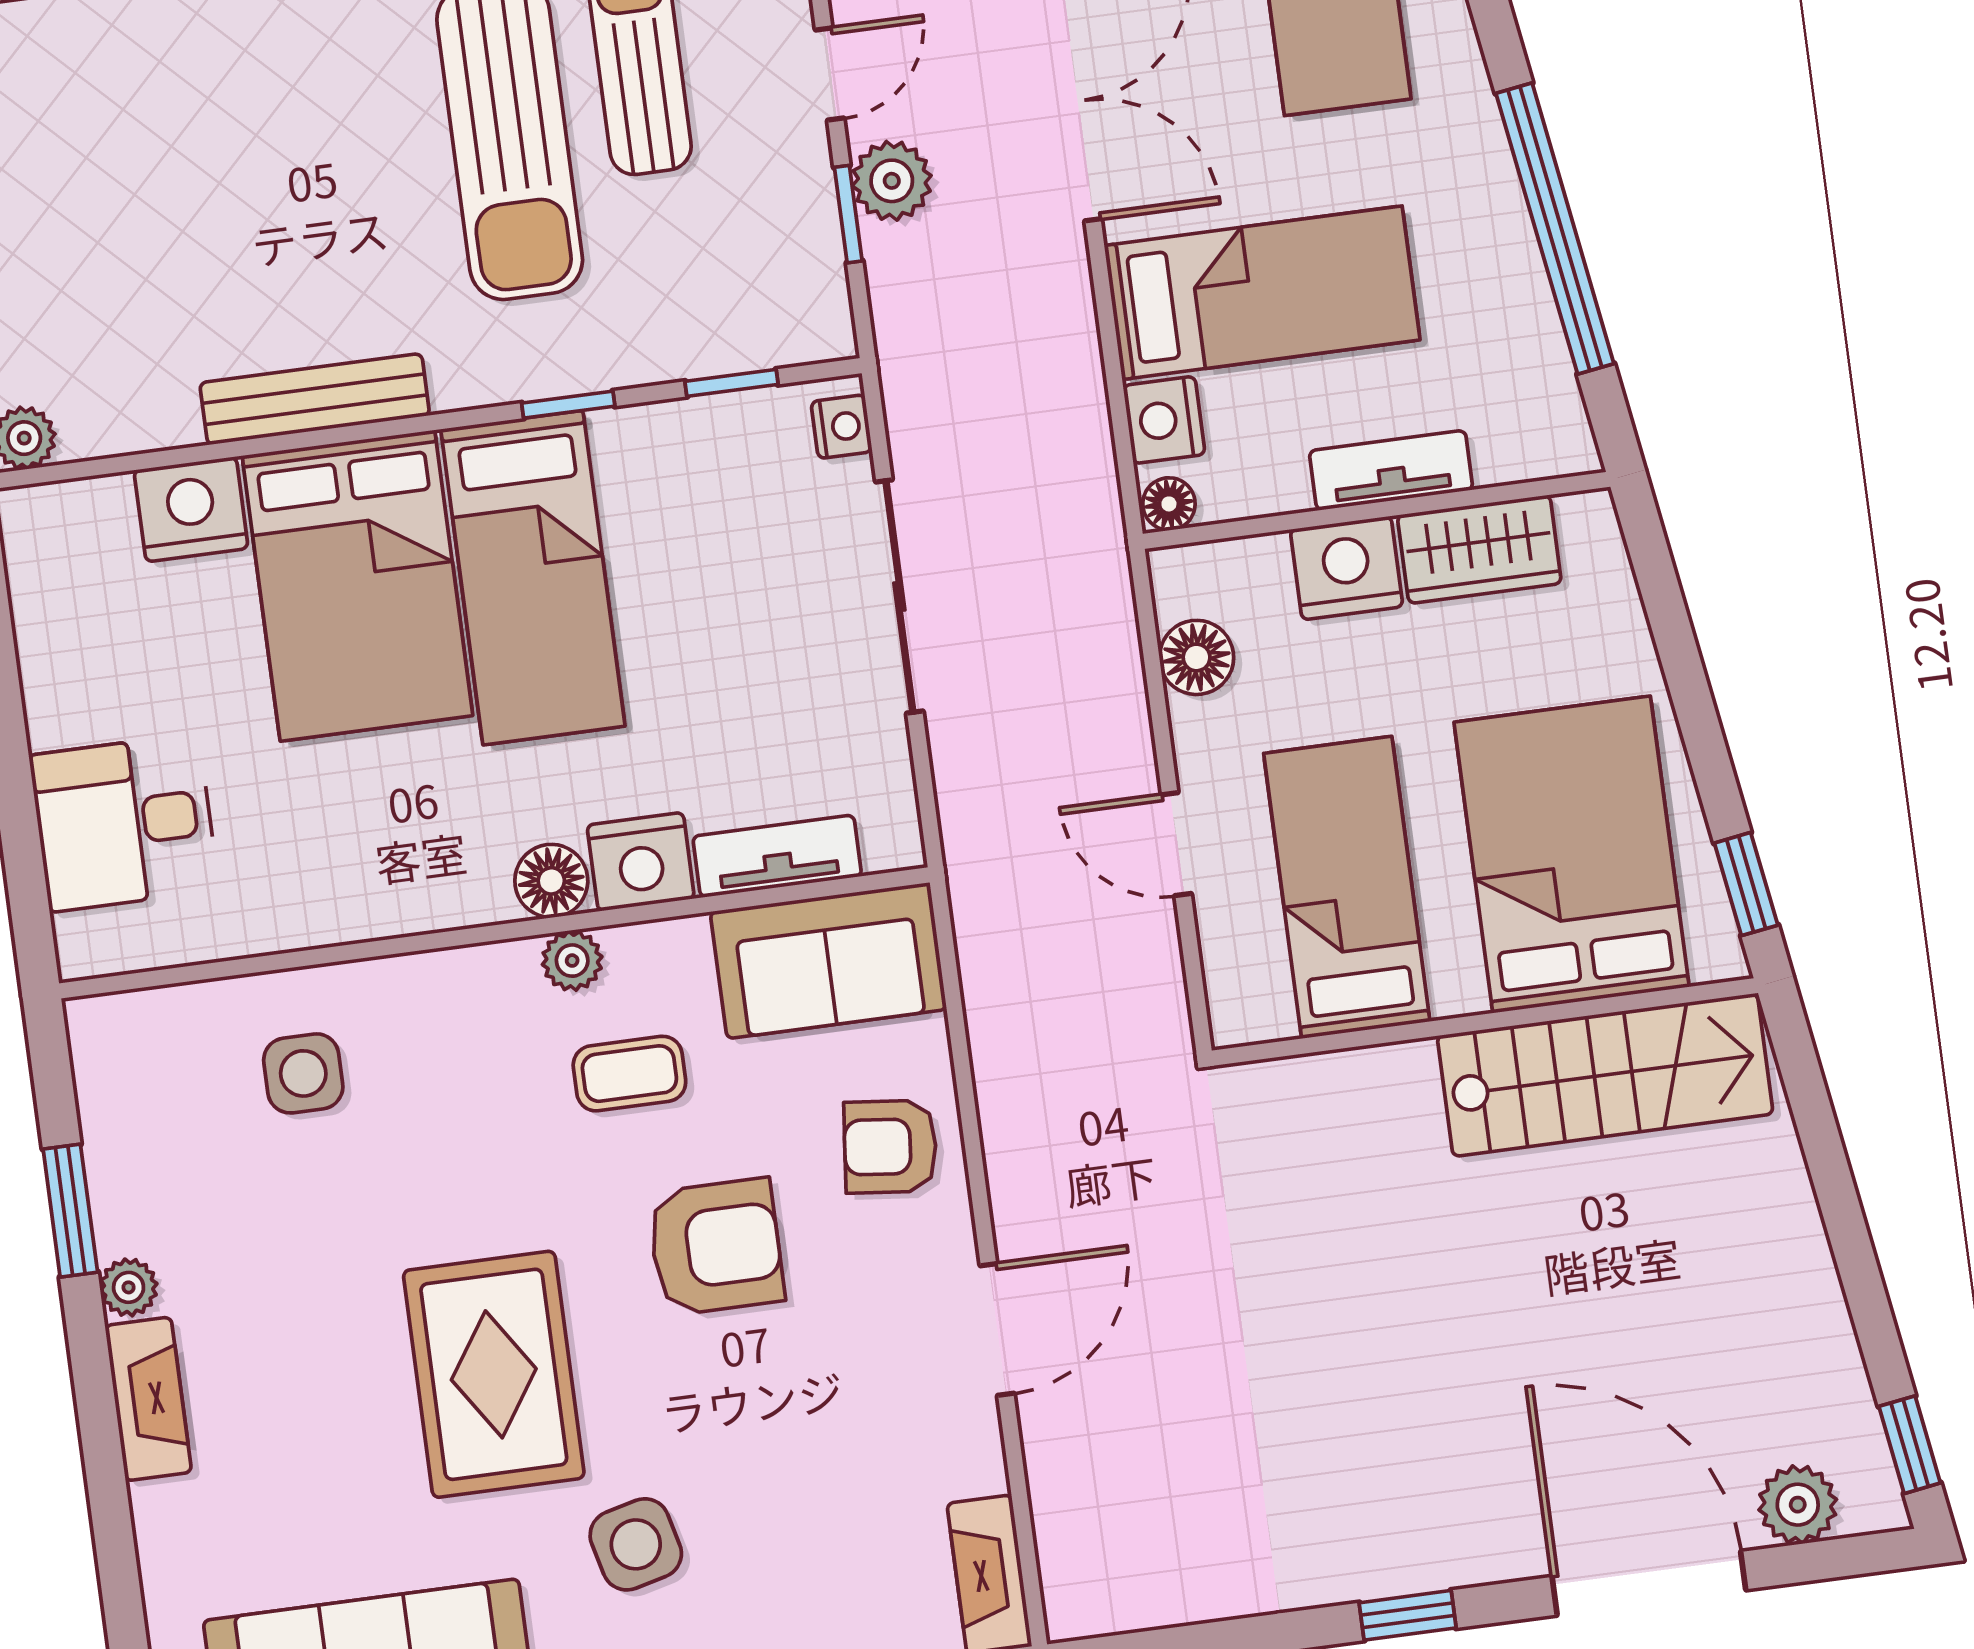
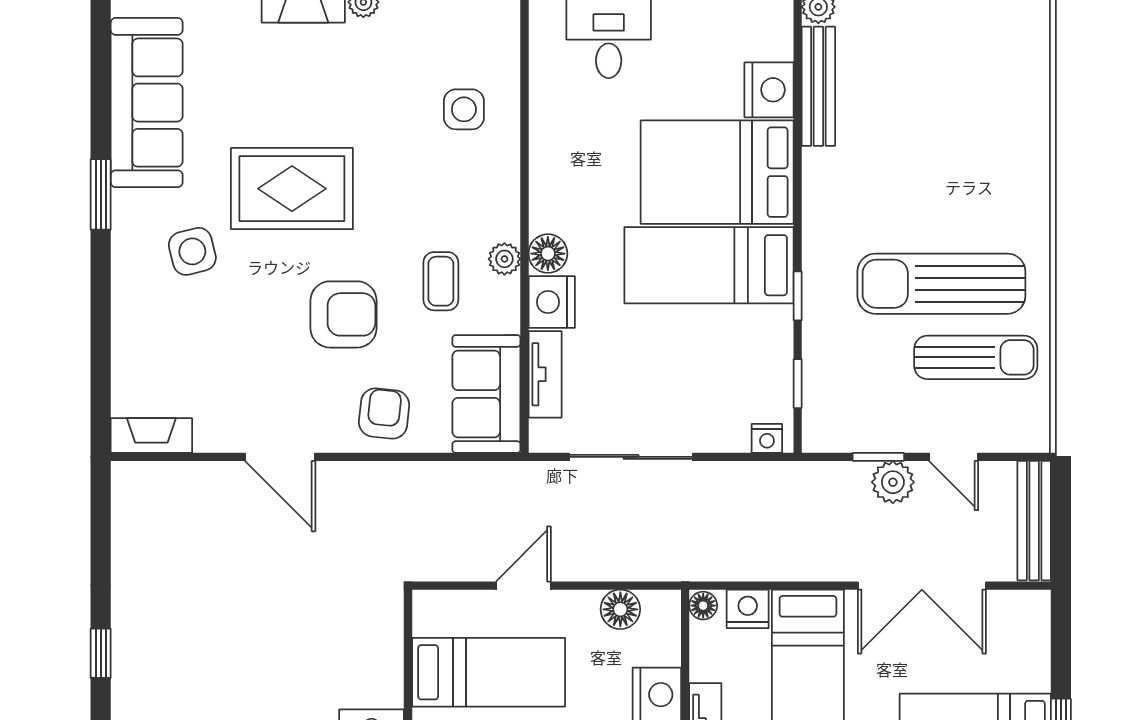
bench: (315, 399) -> (818, 86), moved
sliding door: (899, 597) -> (631, 457), moved
armchair: (716, 1247) -> (343, 314), turned -90

